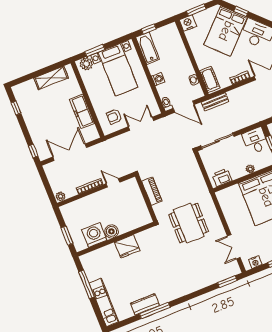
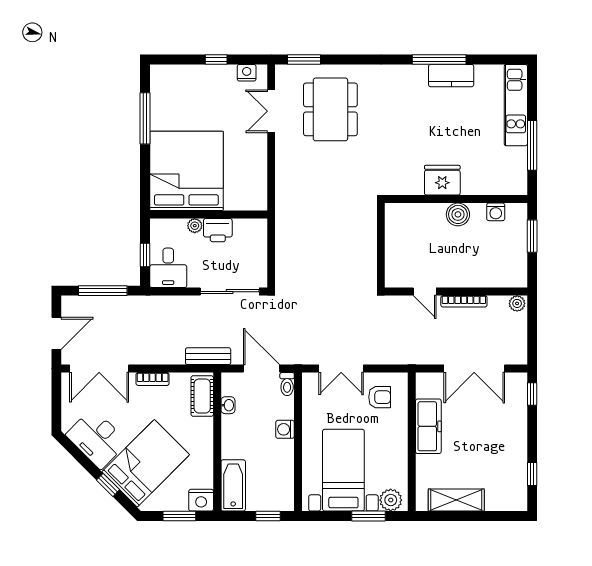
bathtub: (148, 48) -> (233, 485), moved, turned 180
printer: (222, 177) -> (218, 230), moved
piano: (152, 191) -> (367, 253), removed
dining table: (189, 223) -> (330, 109), moved
washing machine: (94, 235) -> (496, 212), width x0.53, depth x0.53
double door: (234, 247) -> (271, 111), swing flipped

